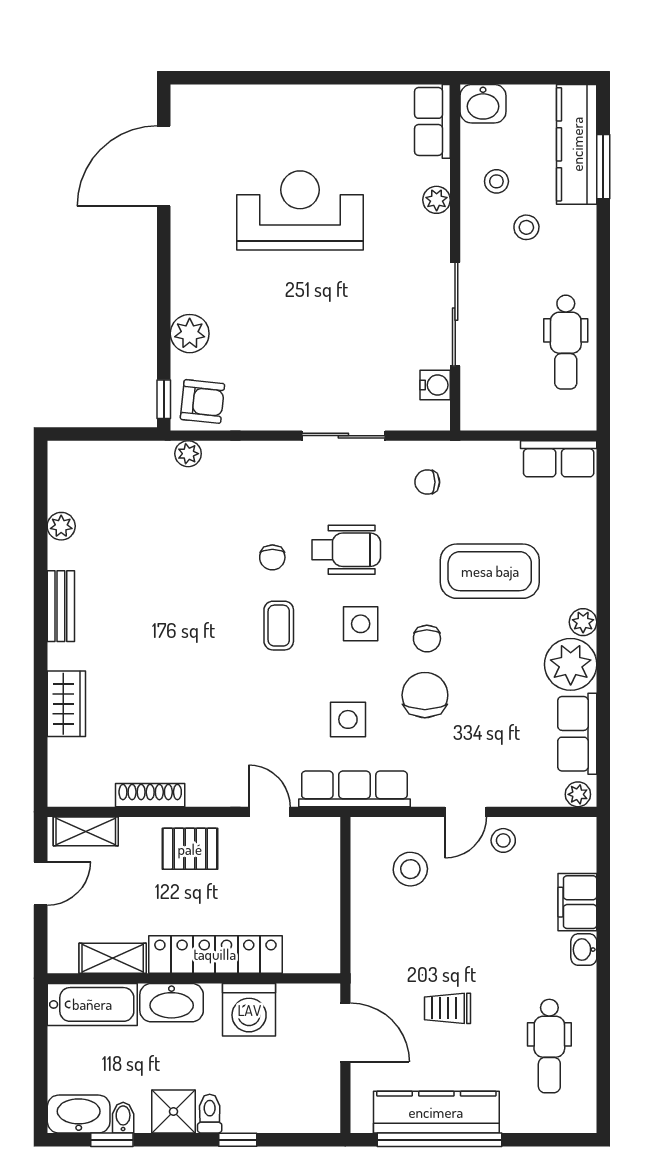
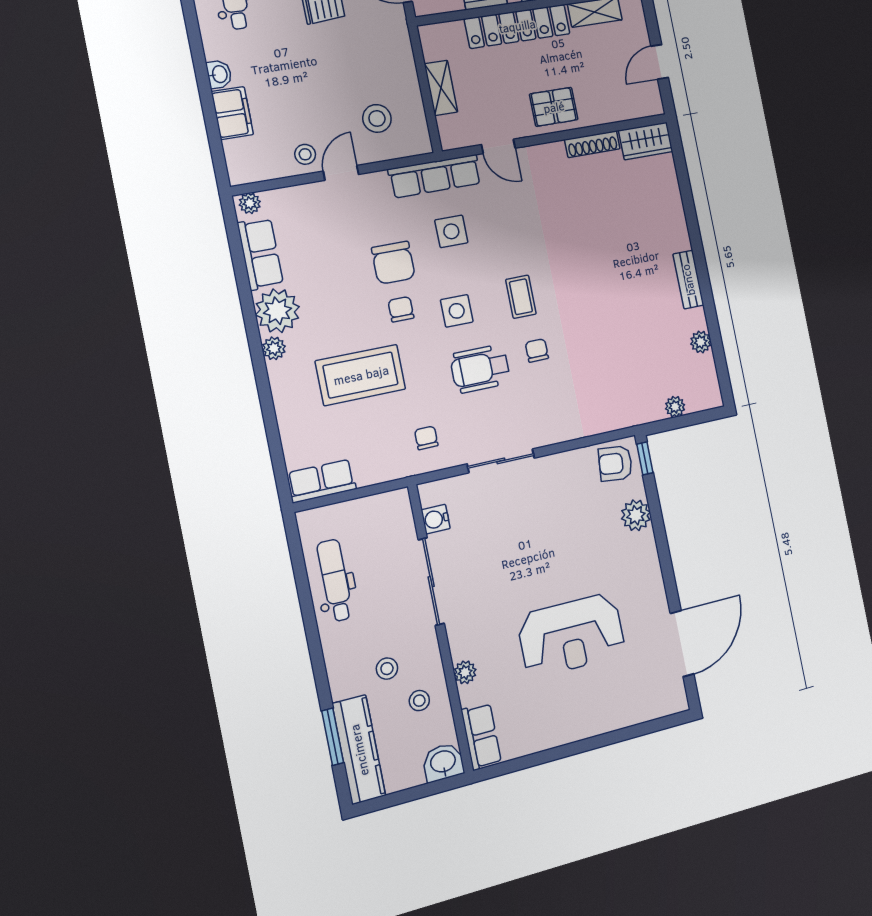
plant: (188, 454) -> (675, 407), moved
chair: (427, 482) -> (426, 438), turned -90
wardrobe: (66, 704) -> (646, 141), moved, turned -90
shelving: (86, 831) -> (441, 88), moved, turned 90

